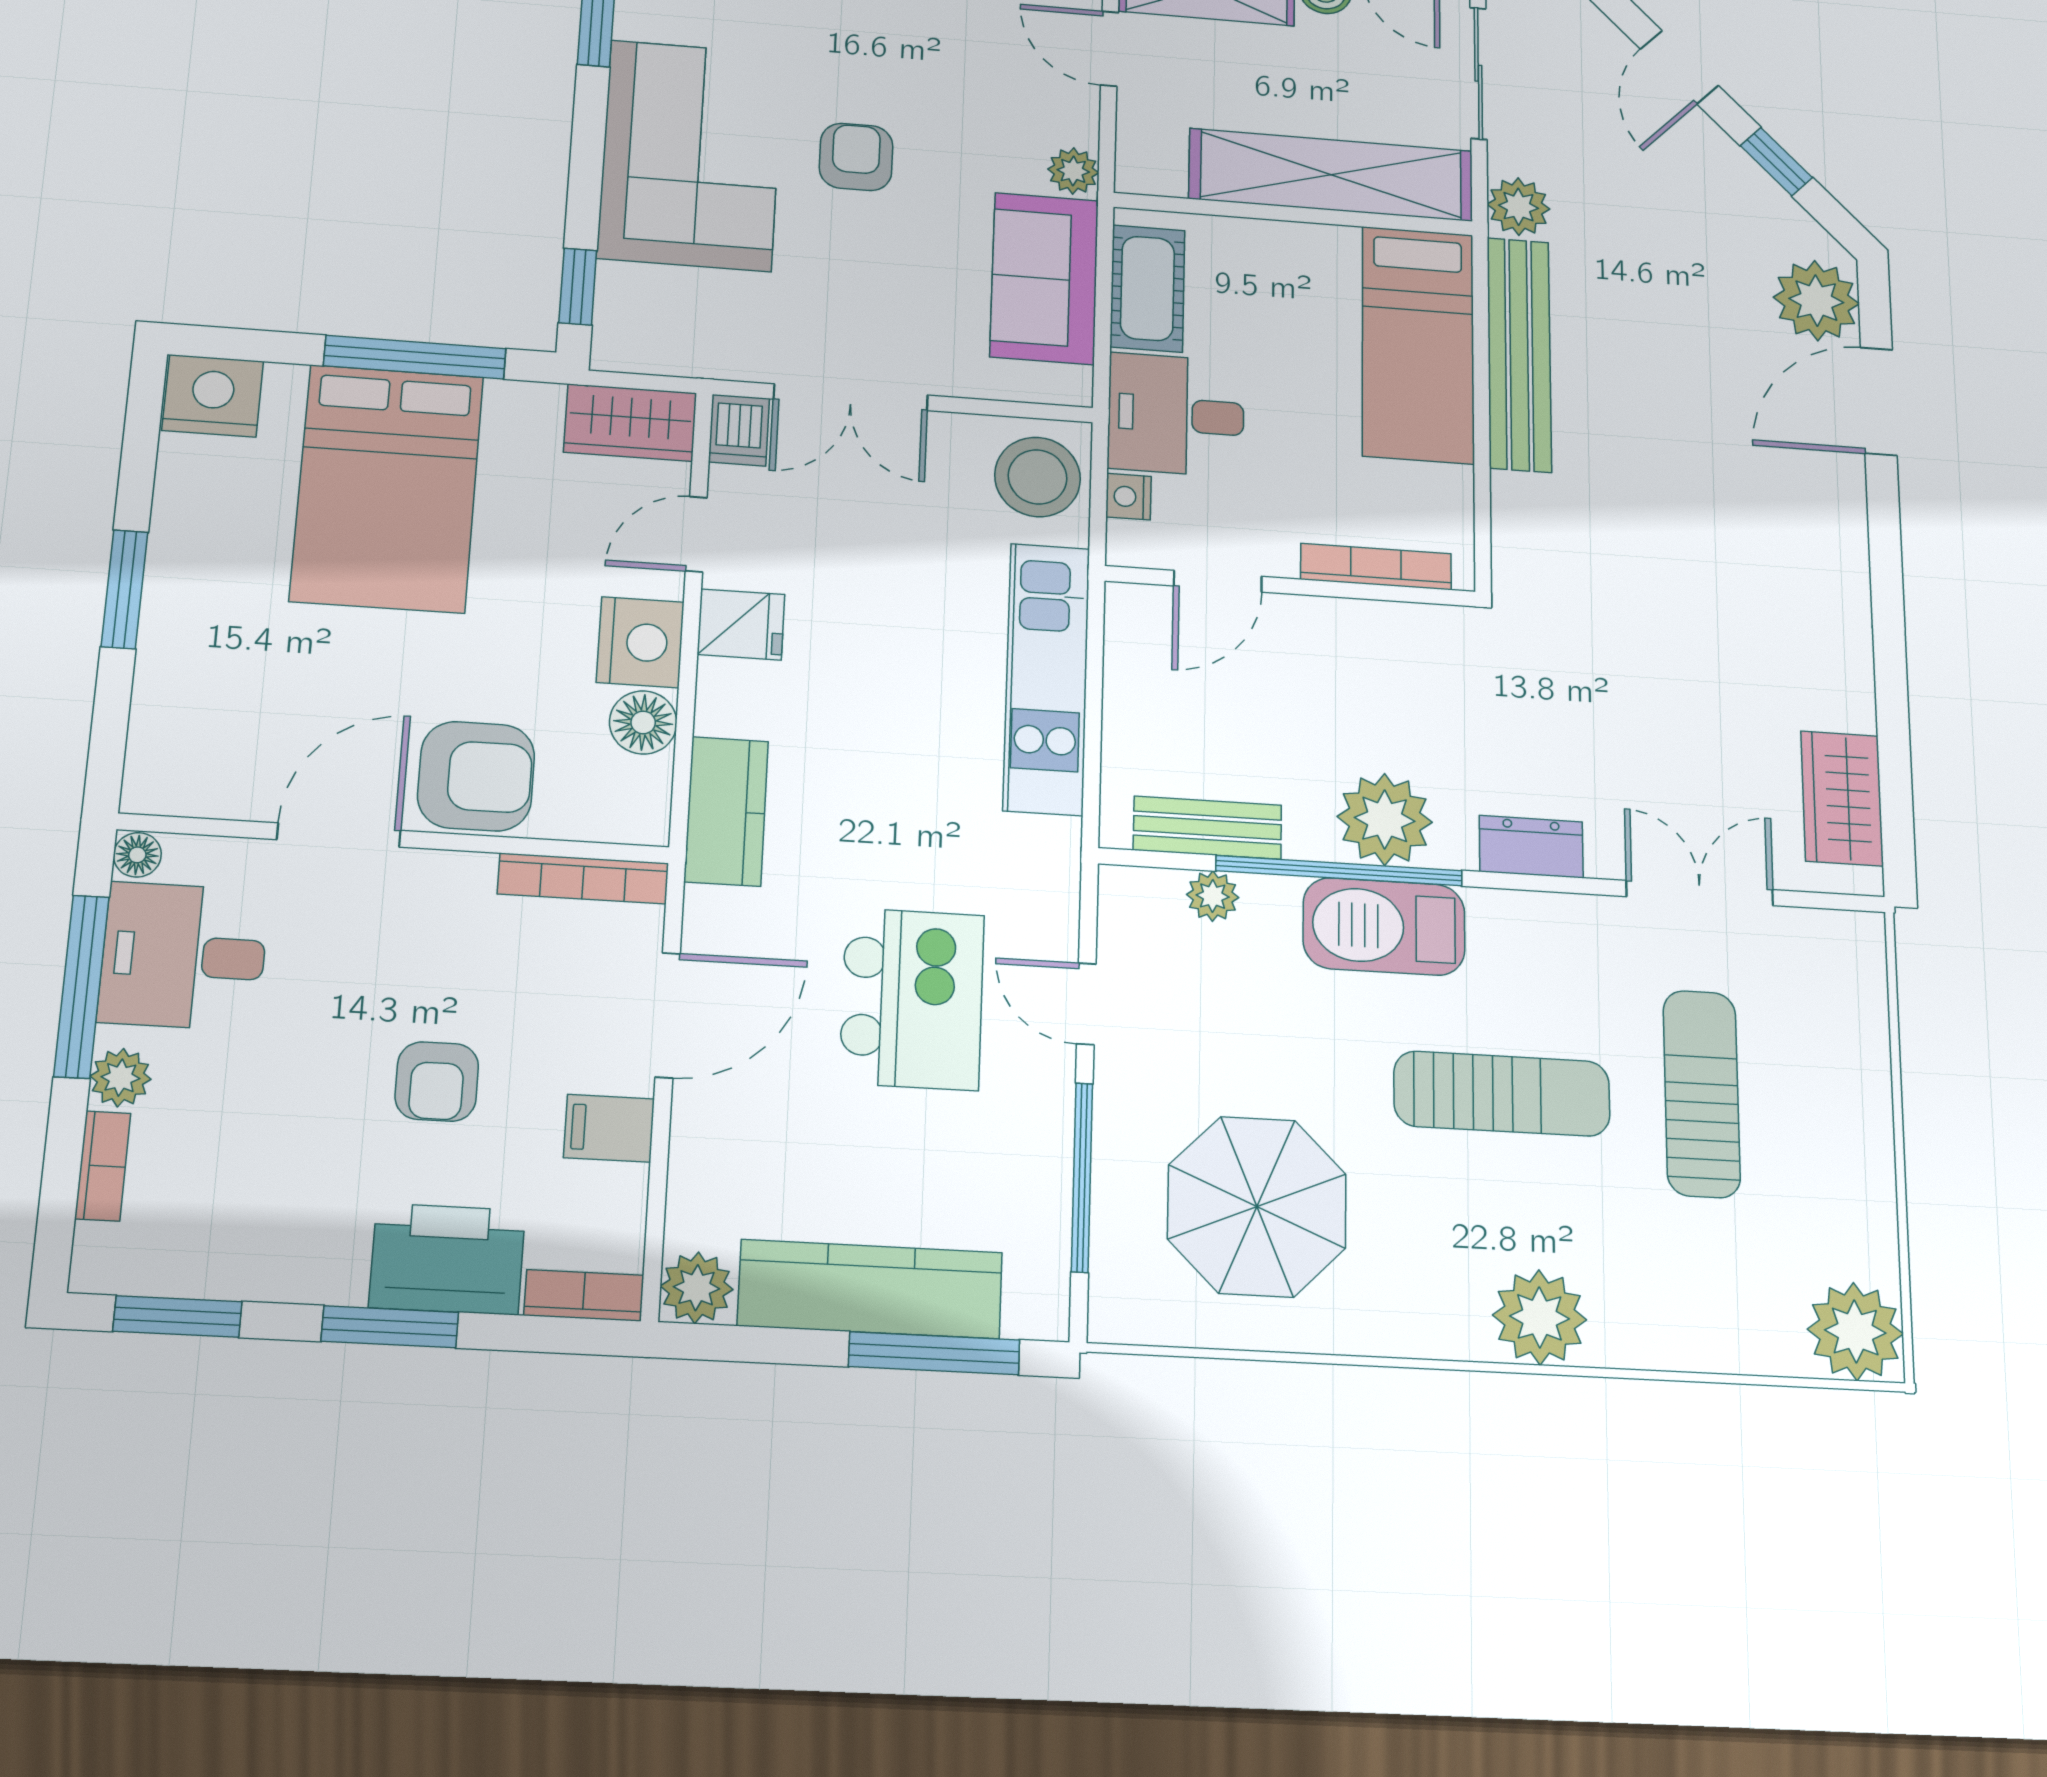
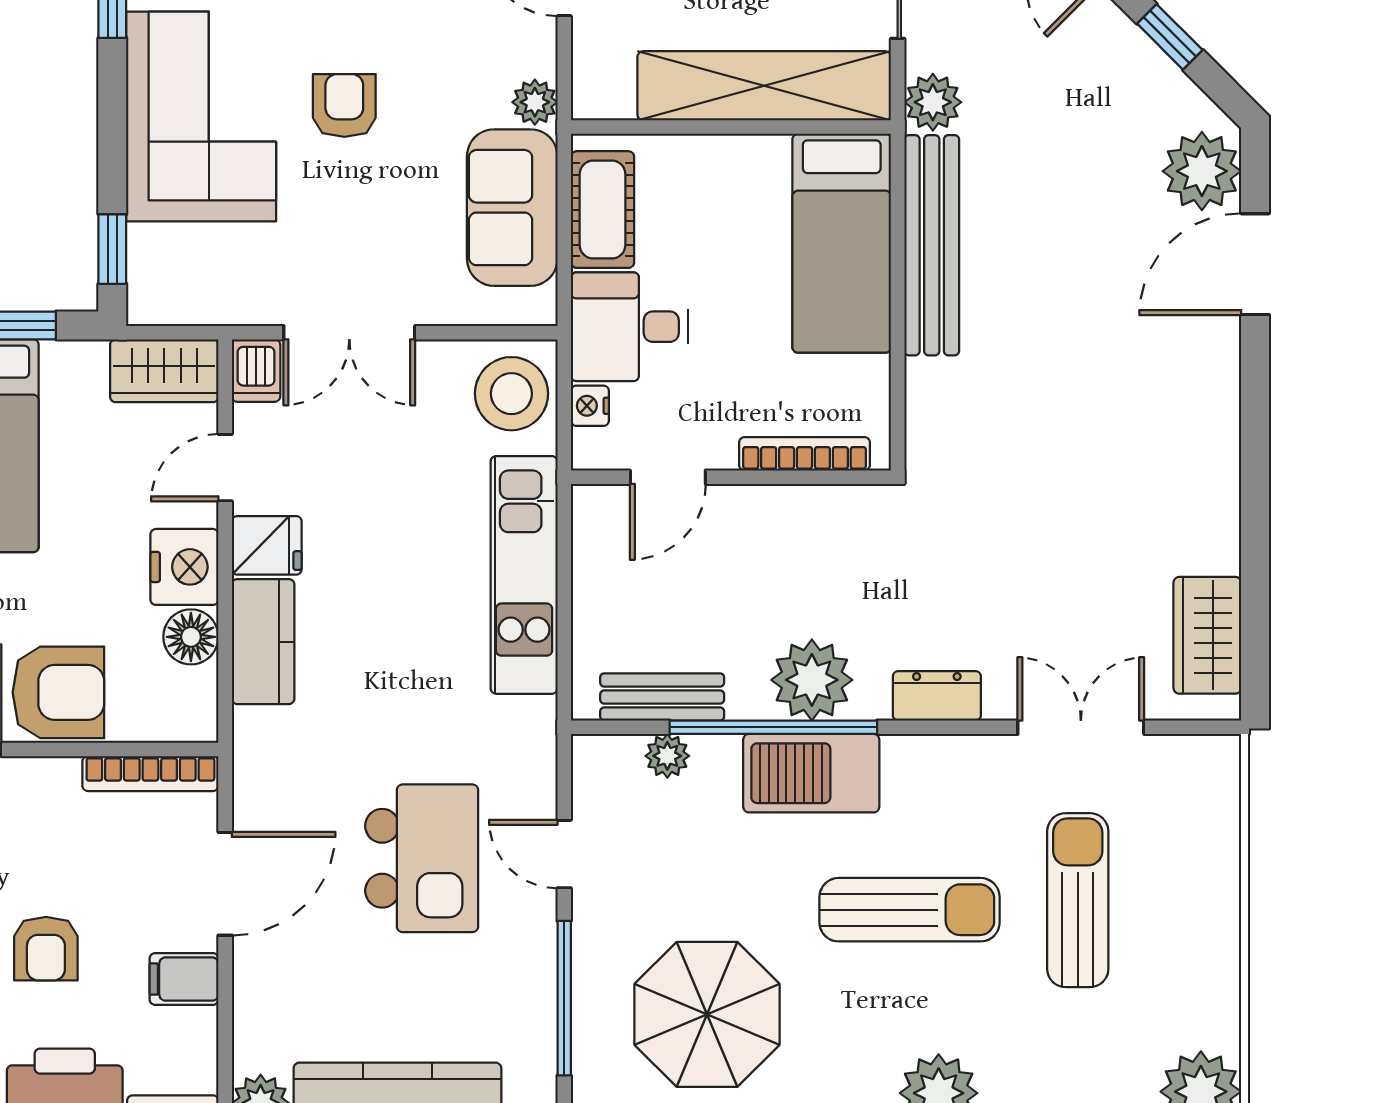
kitchen counter: (726, 811) -> (263, 642), moved

